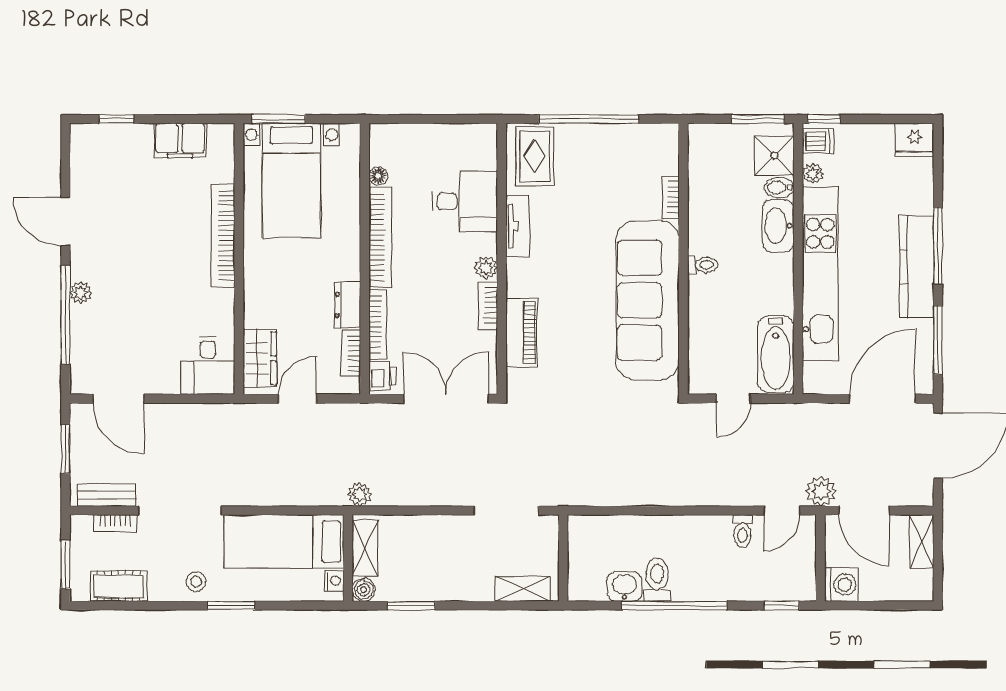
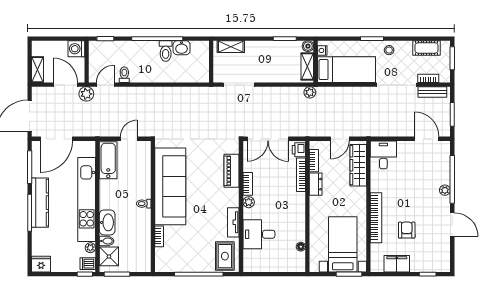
armchair: (160, 210) -> (407, 230), added
bookcase: (380, 237) -> (300, 217), removed
wardrobe: (260, 358) -> (358, 165), width x1.50

